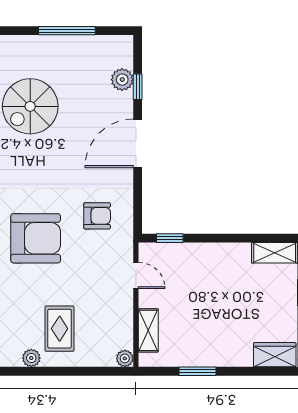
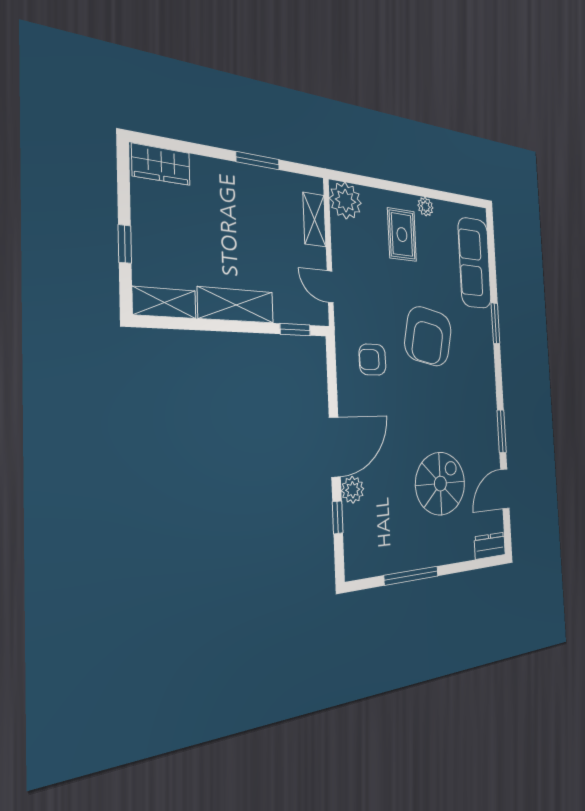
plant: (122, 80) -> (353, 490), moved
armchair: (36, 238) -> (428, 336), turned -78
shelving: (220, 255) -> (236, 305), added
plant: (125, 358) -> (346, 201), width x1.88, depth x1.88

